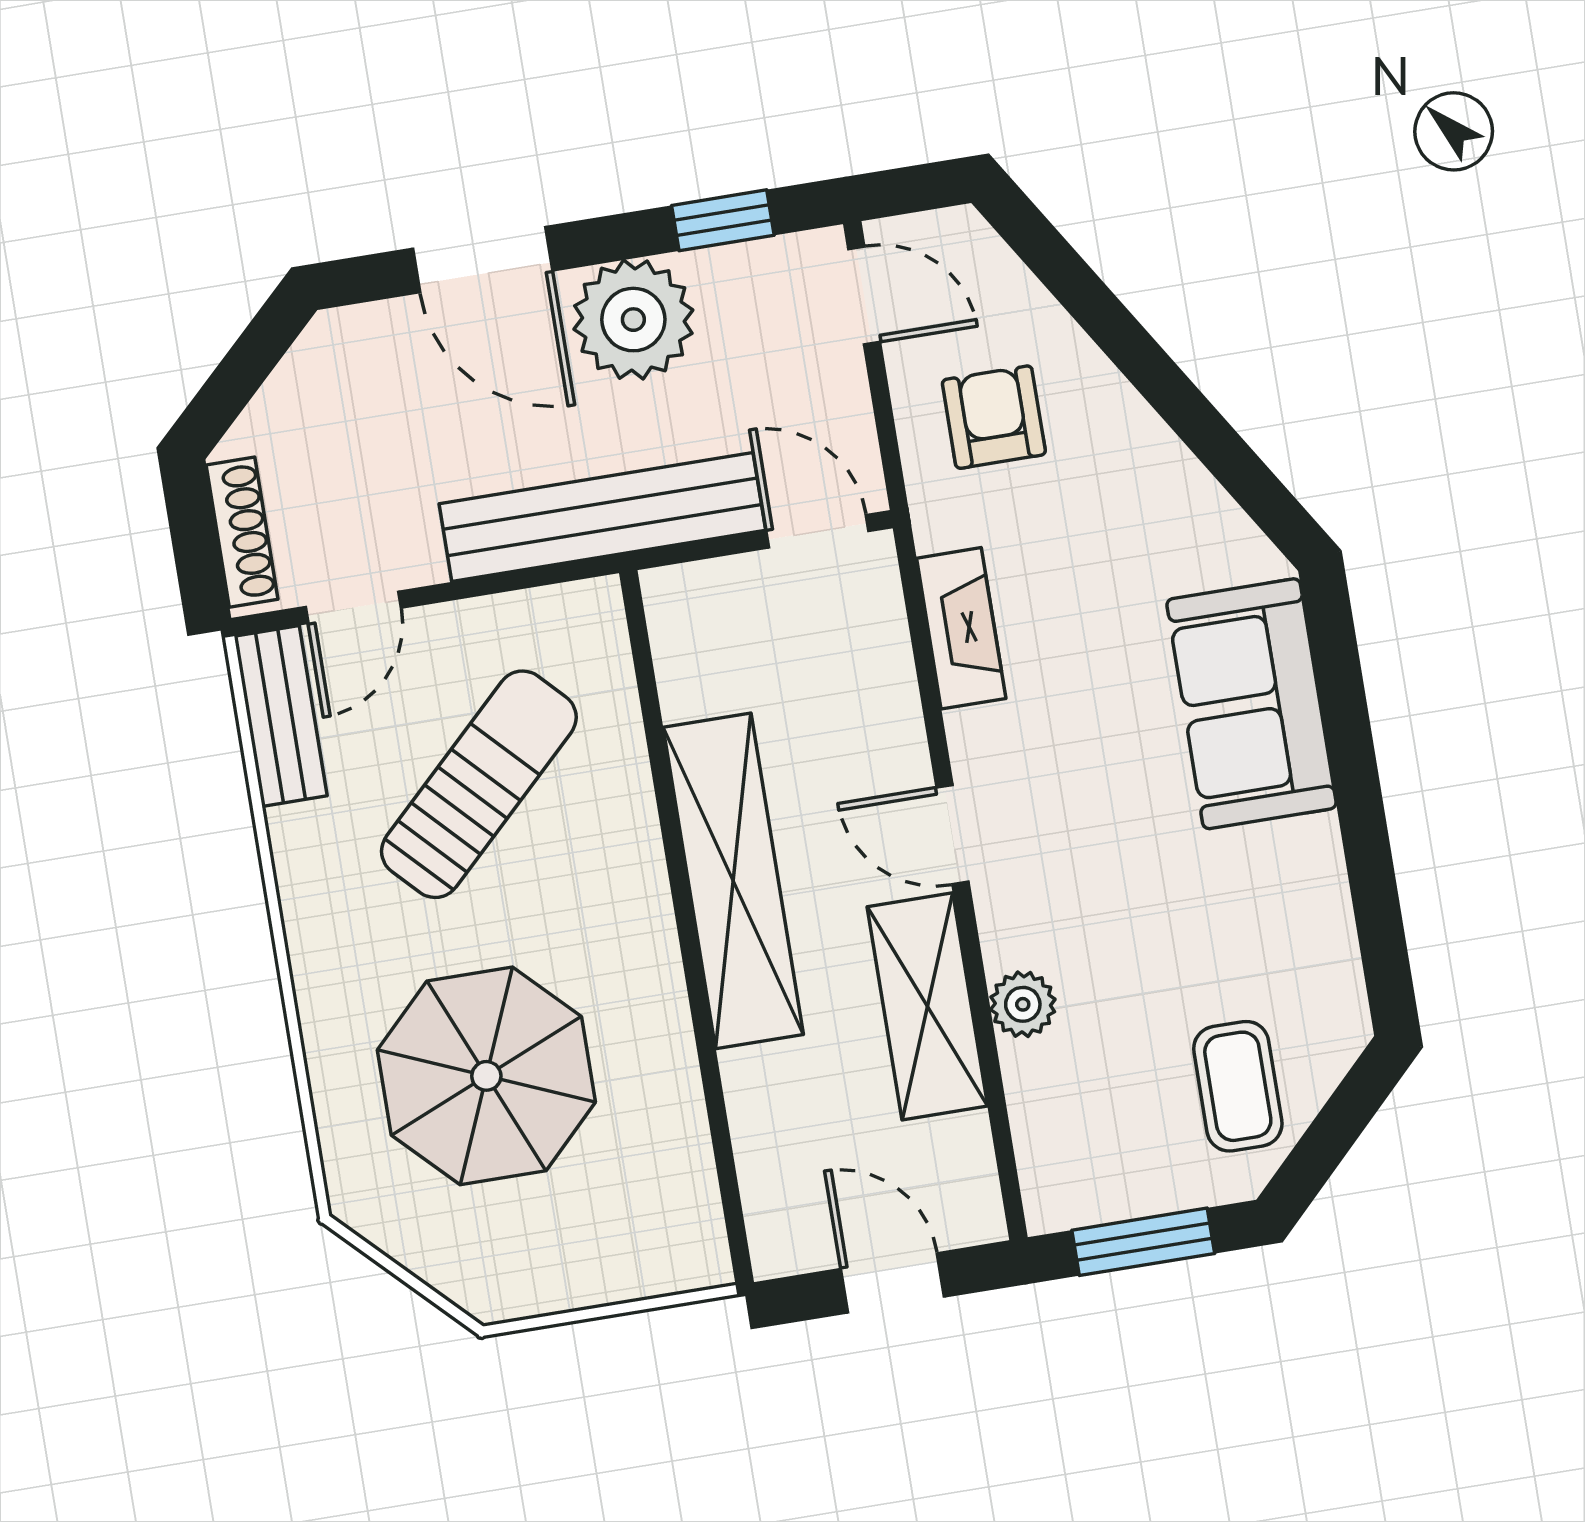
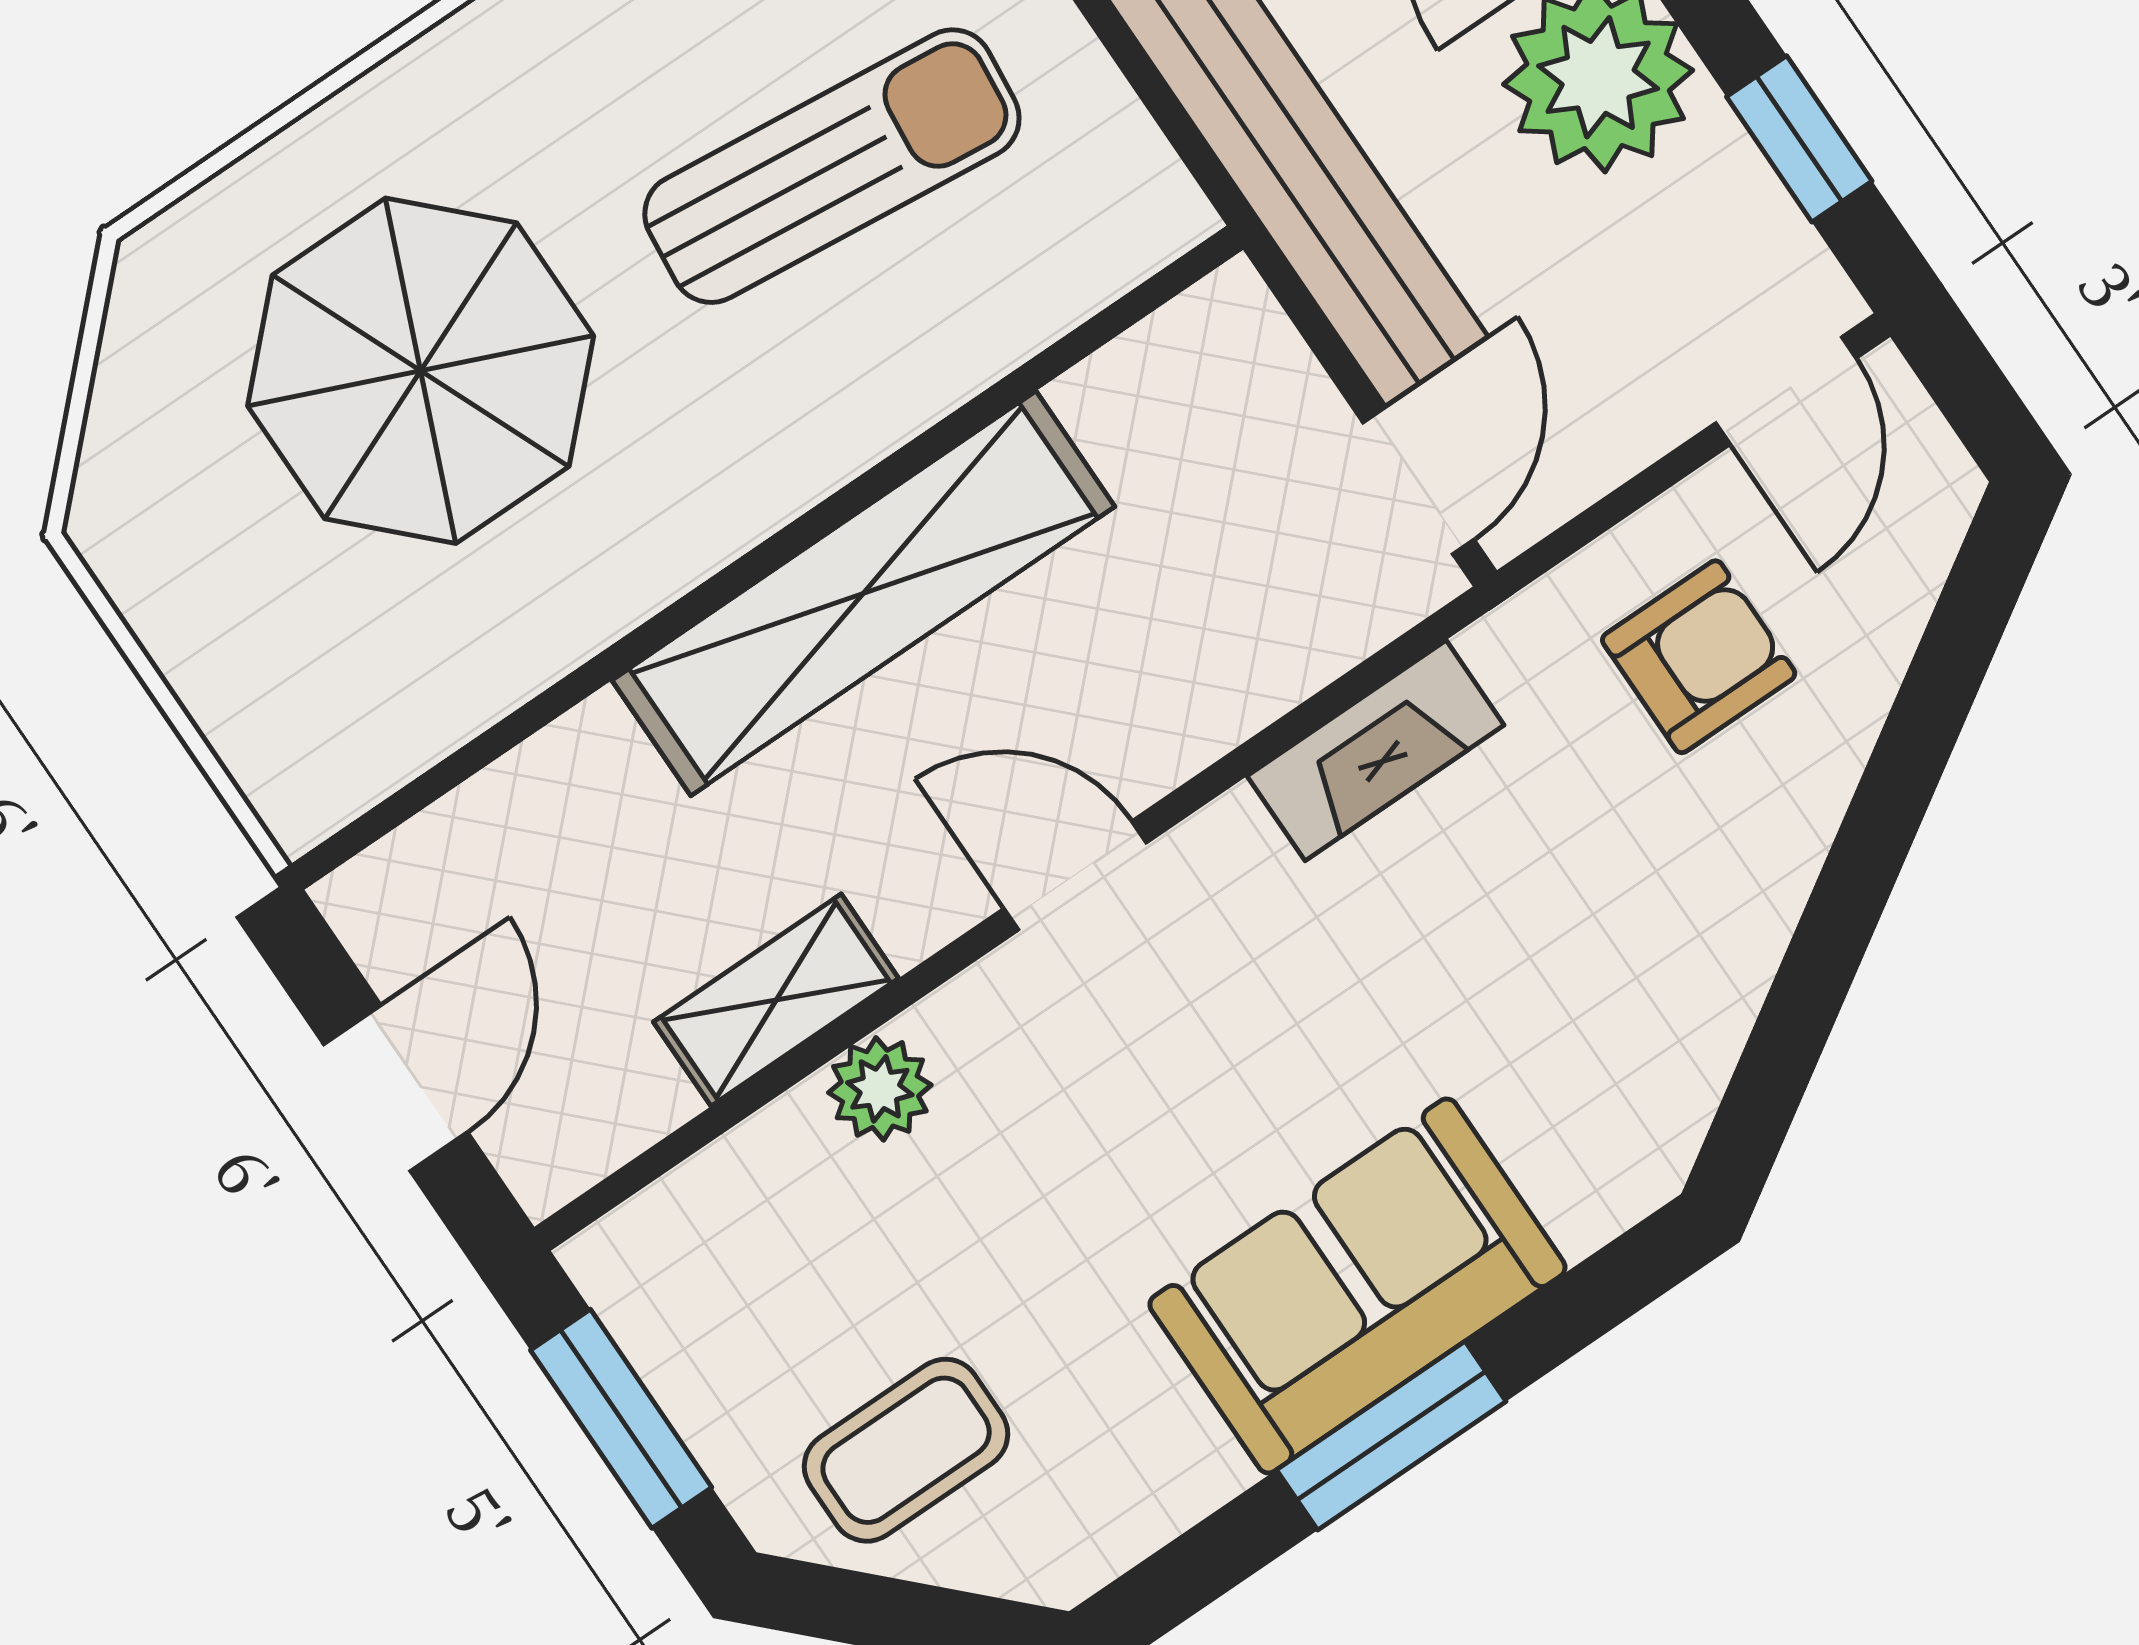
sofa: (1252, 704) -> (1357, 1286), moved
sun lounger: (479, 784) -> (832, 166), turned -40
window: (1360, 803) -> (1391, 1436), added
door: (952, 835) -> (1075, 876), hinge flipped
shelving: (927, 1006) -> (776, 1000), width x0.67, depth x0.75

